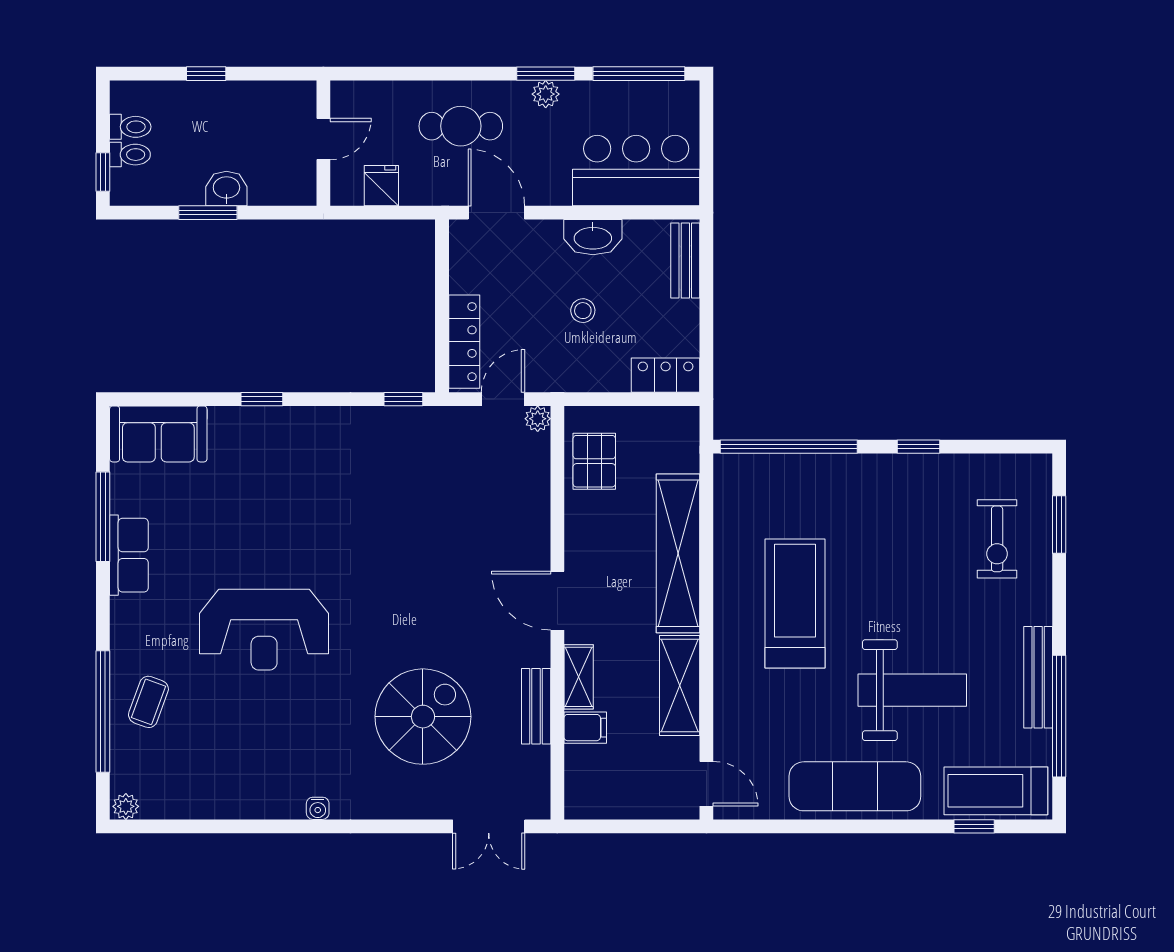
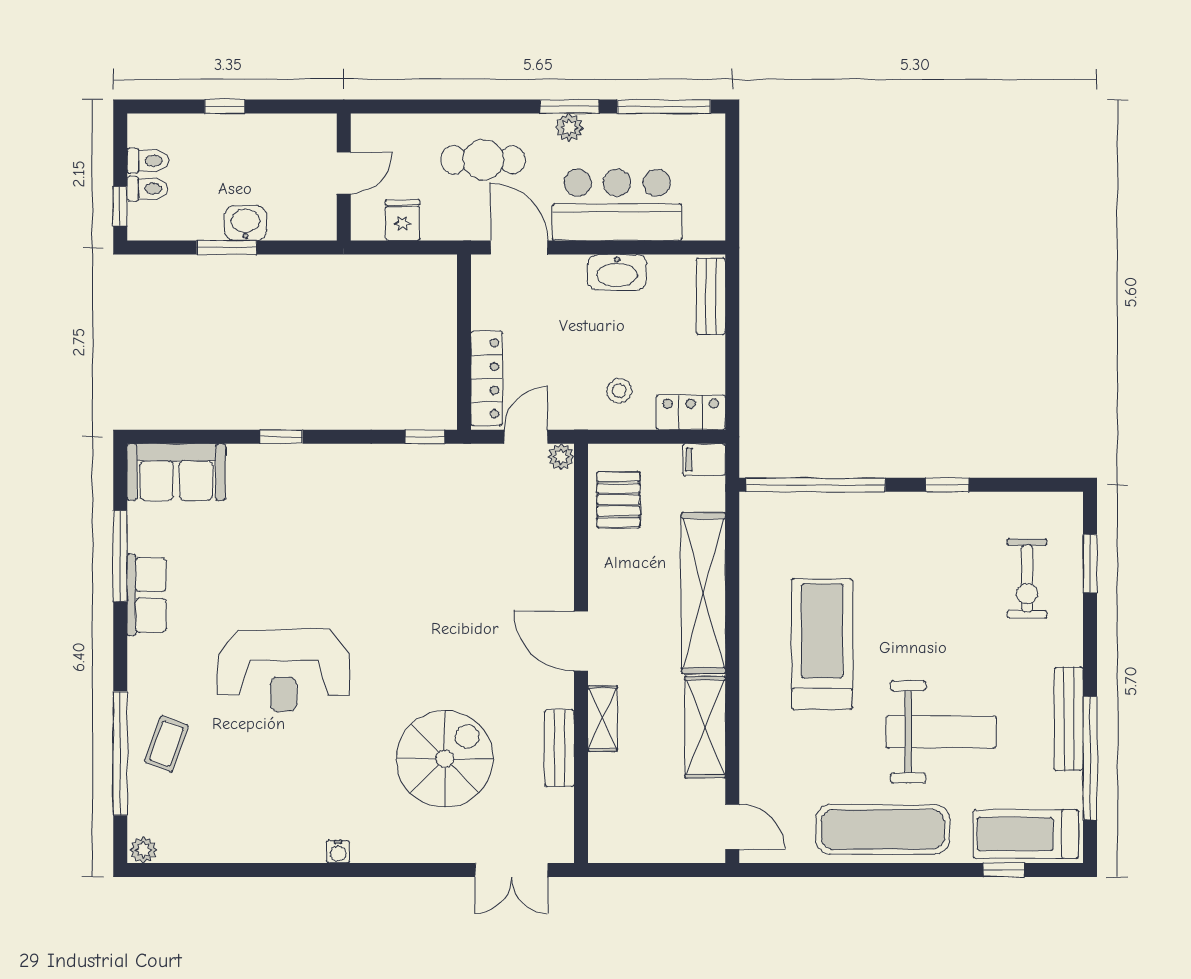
bar counter: (636, 171) -> (617, 205), moved
stool: (583, 311) -> (619, 391), moved
filing cabinet: (585, 728) -> (704, 460), moved, turned 180

